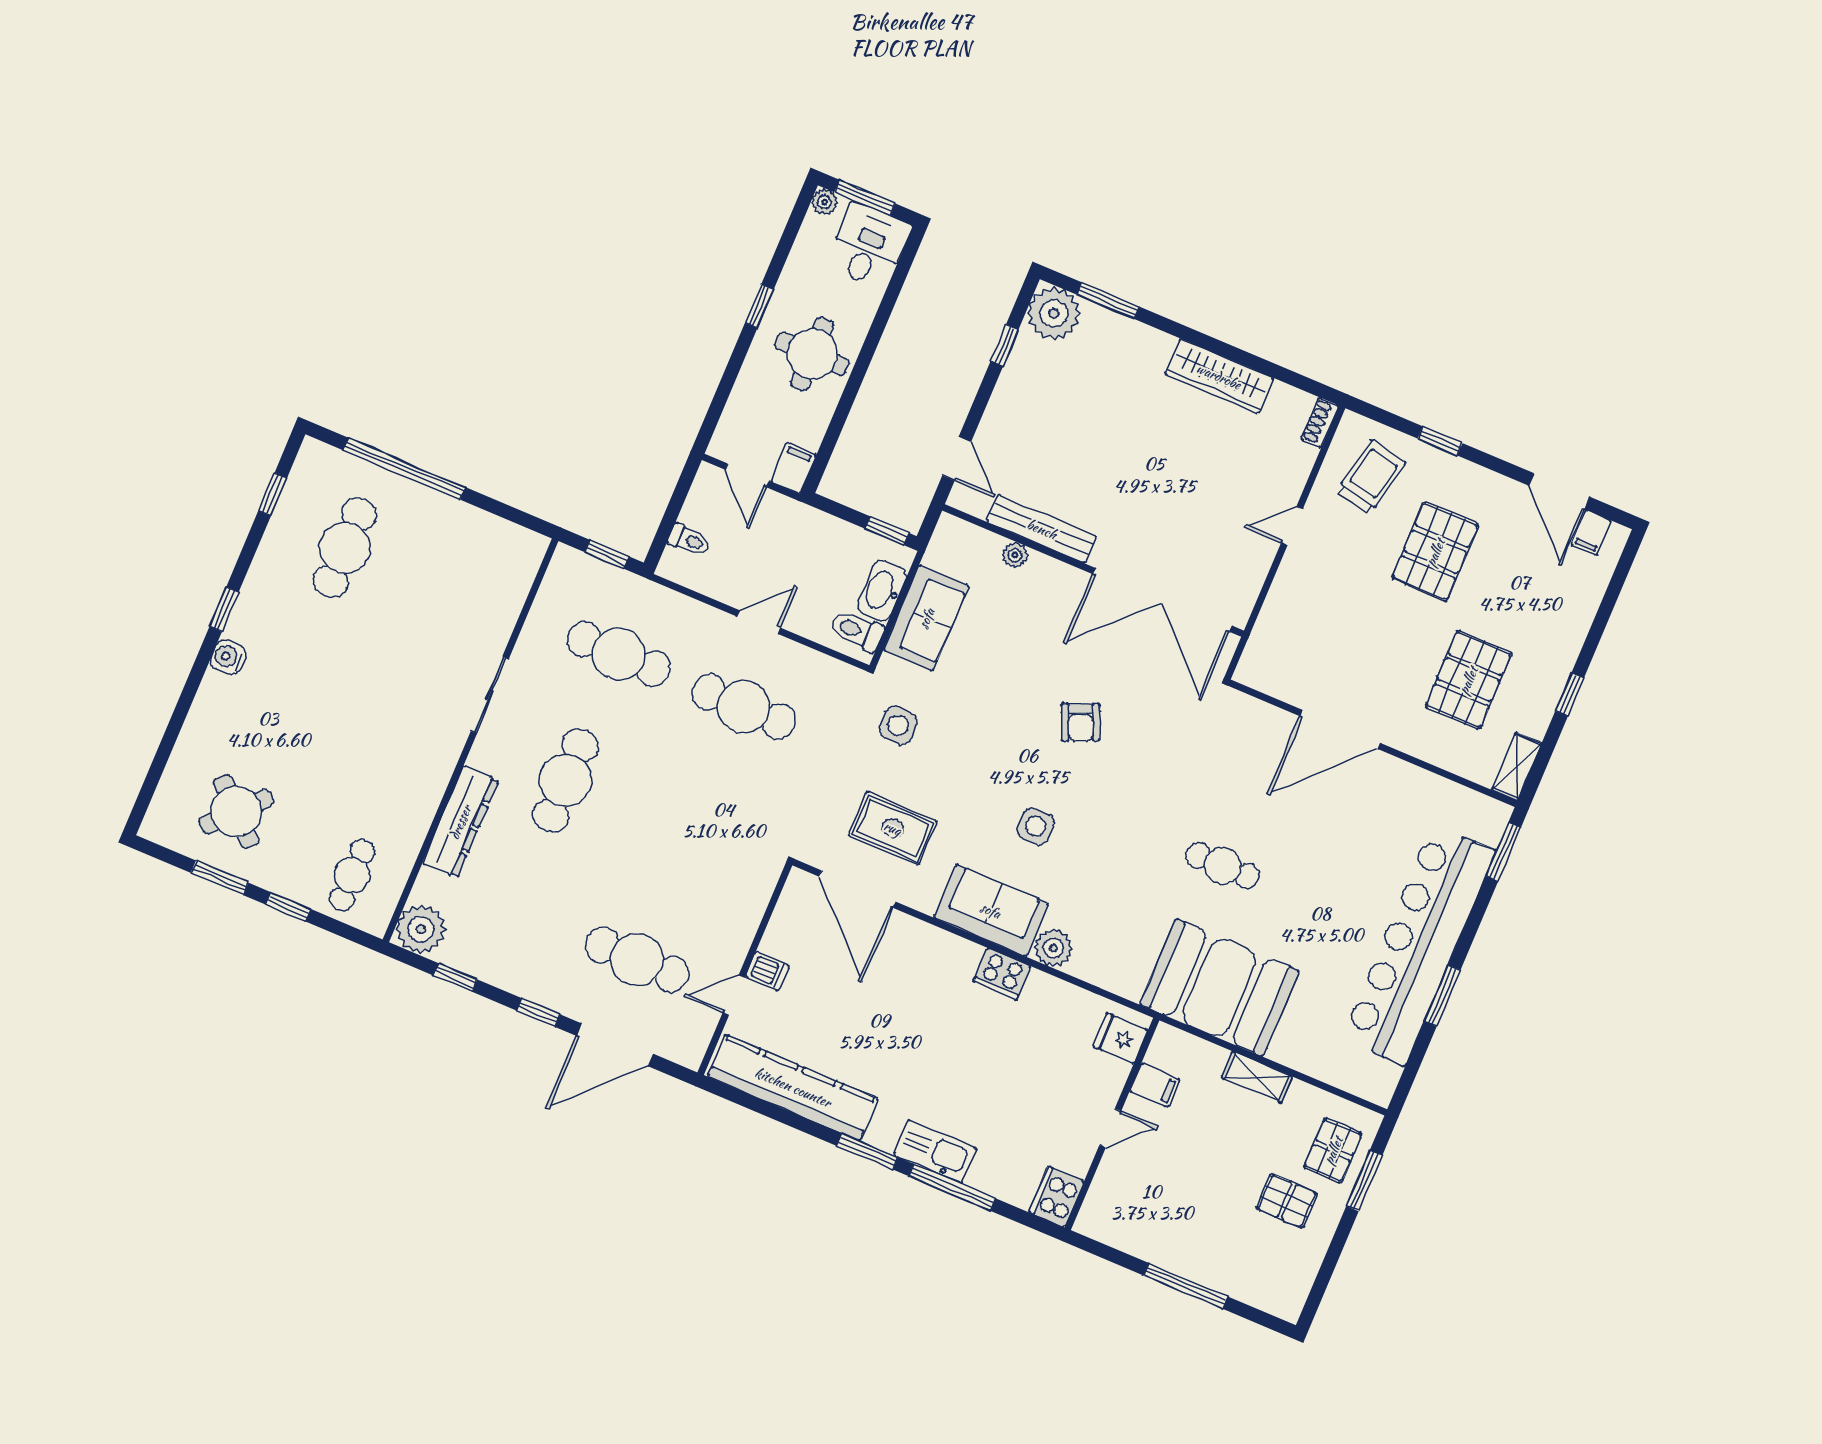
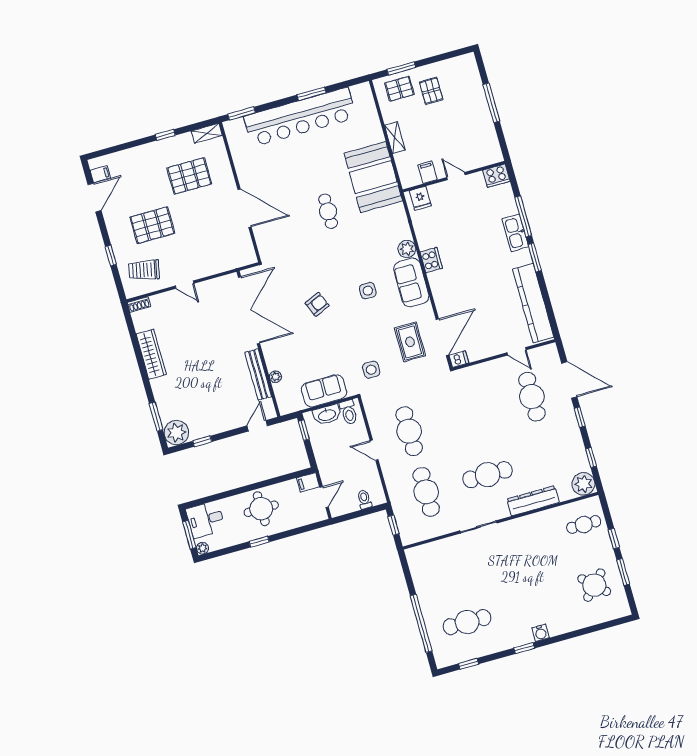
dishwasher: (767, 971) -> (459, 359), moved, turned 90

